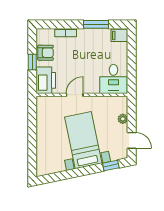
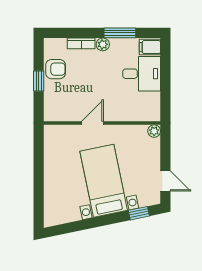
plant: (83, 33) -> (103, 44), added
desk: (113, 79) -> (142, 74), moved, turned -90
printer: (46, 80) -> (56, 104), removed
plant: (123, 119) -> (154, 131), moved

